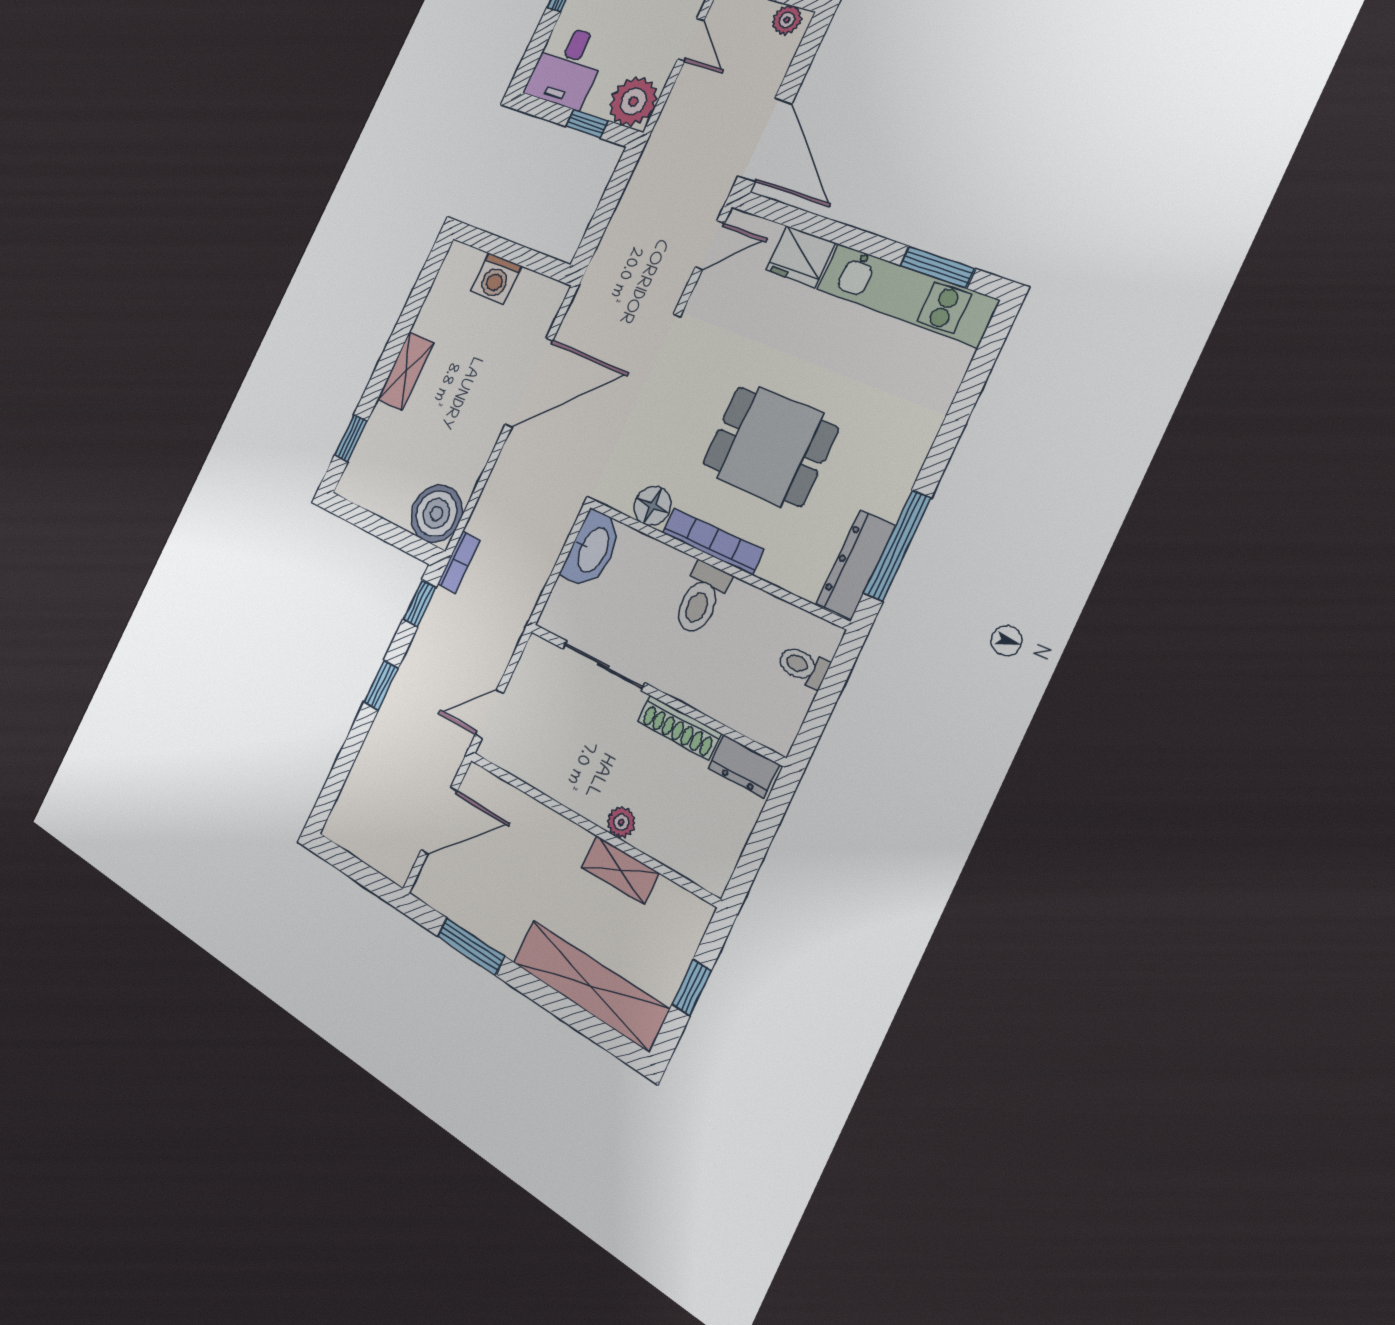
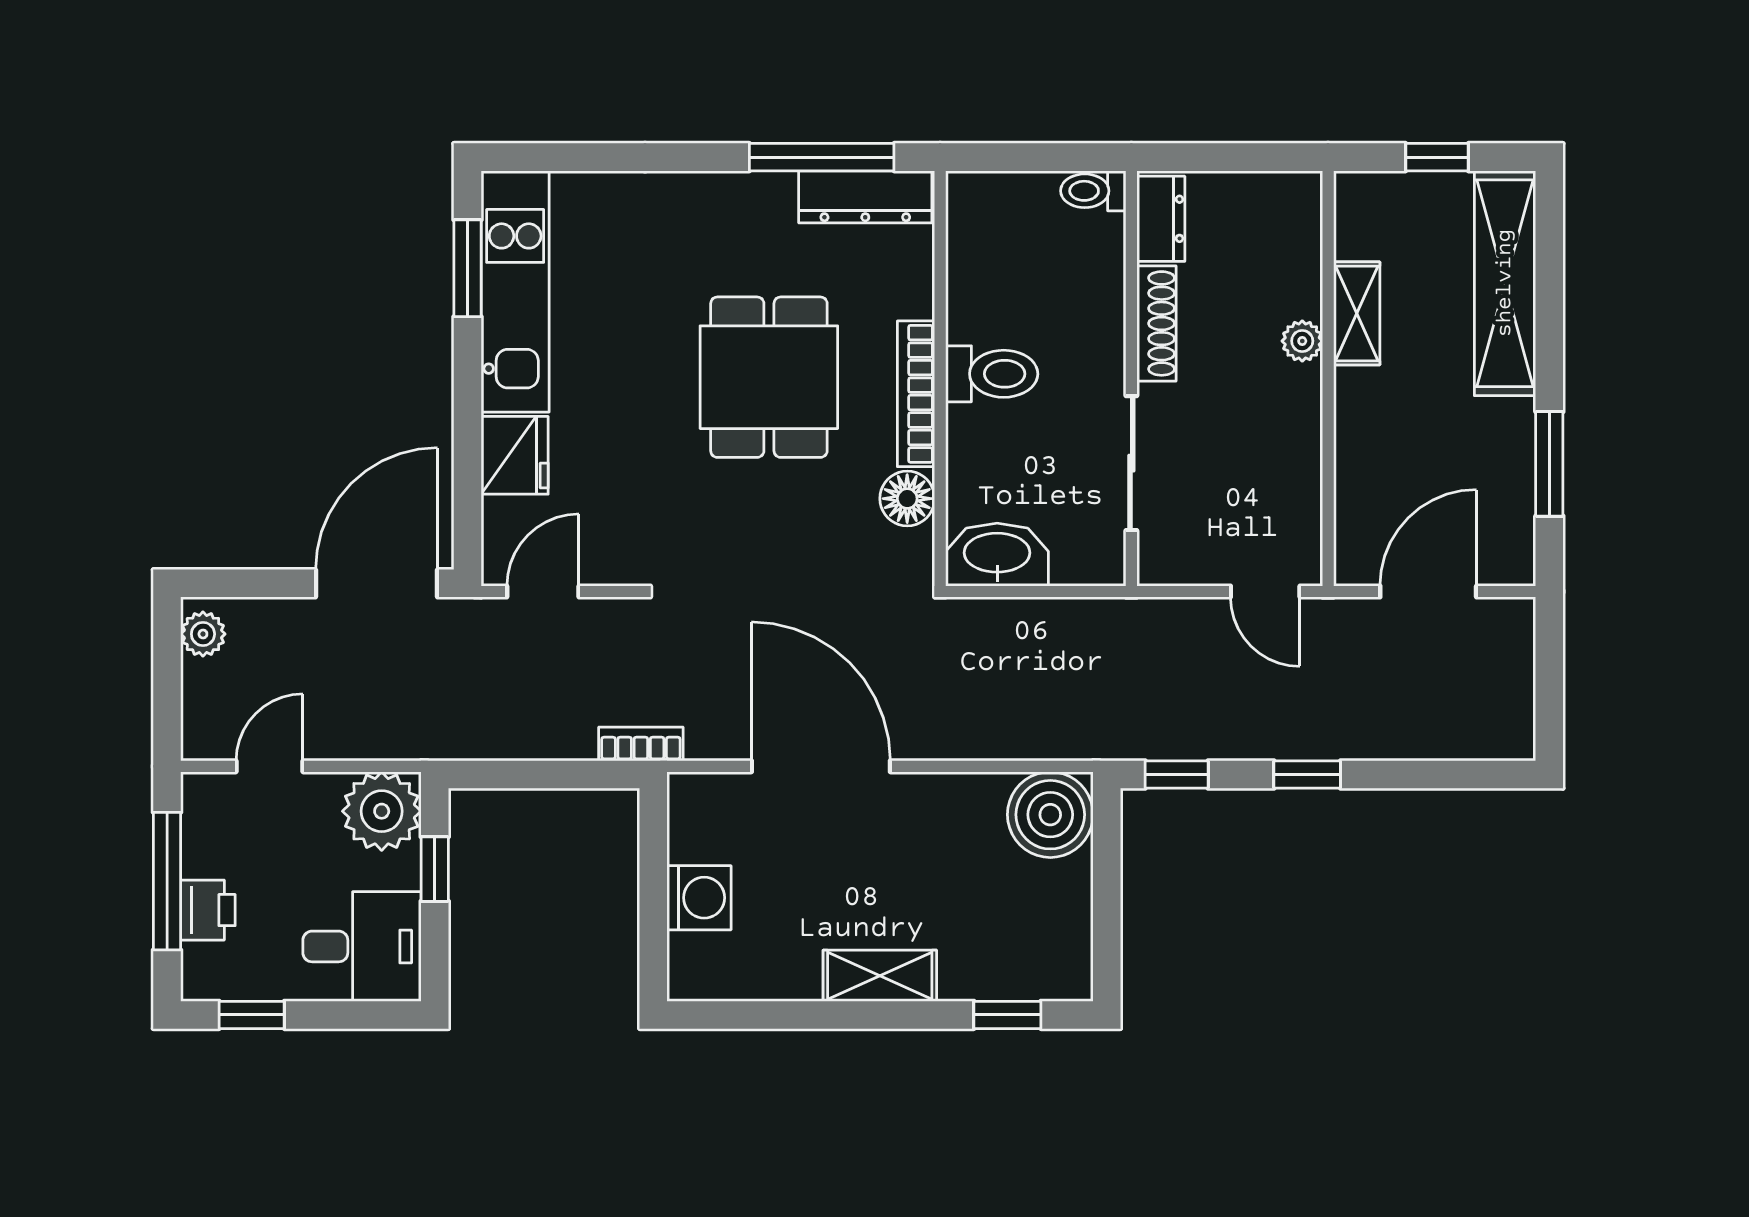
door: (710, 245) -> (543, 591), hinge flipped
bookcase: (459, 562) -> (641, 744), moved
toilet: (803, 666) -> (1093, 191), moved, turned 90
door: (439, 821) -> (1428, 591), hinge flipped

